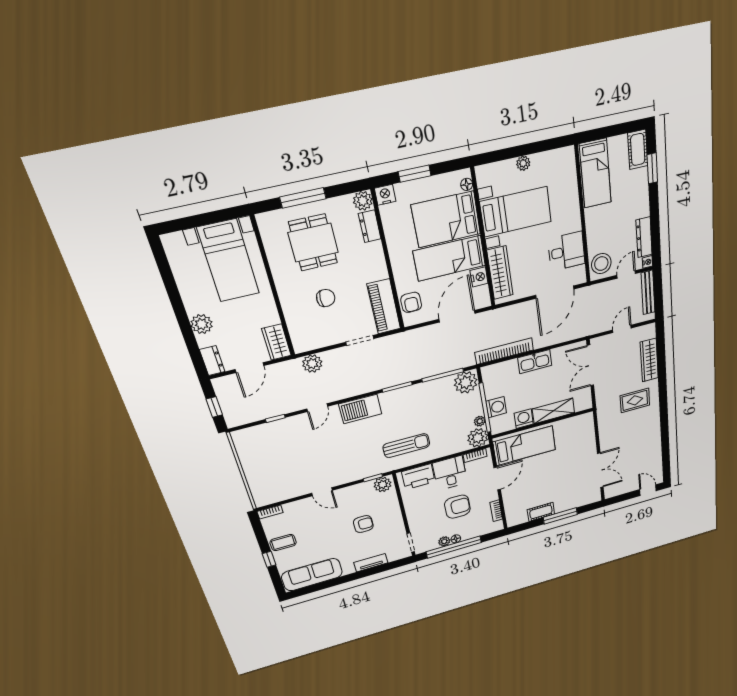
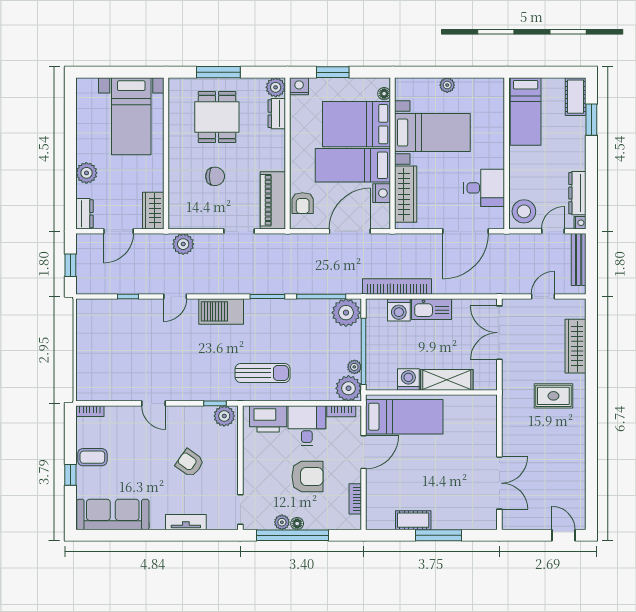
washing machine: (496, 407) -> (399, 310), moved, turned 90
armchair: (363, 524) -> (190, 463), turned -145

